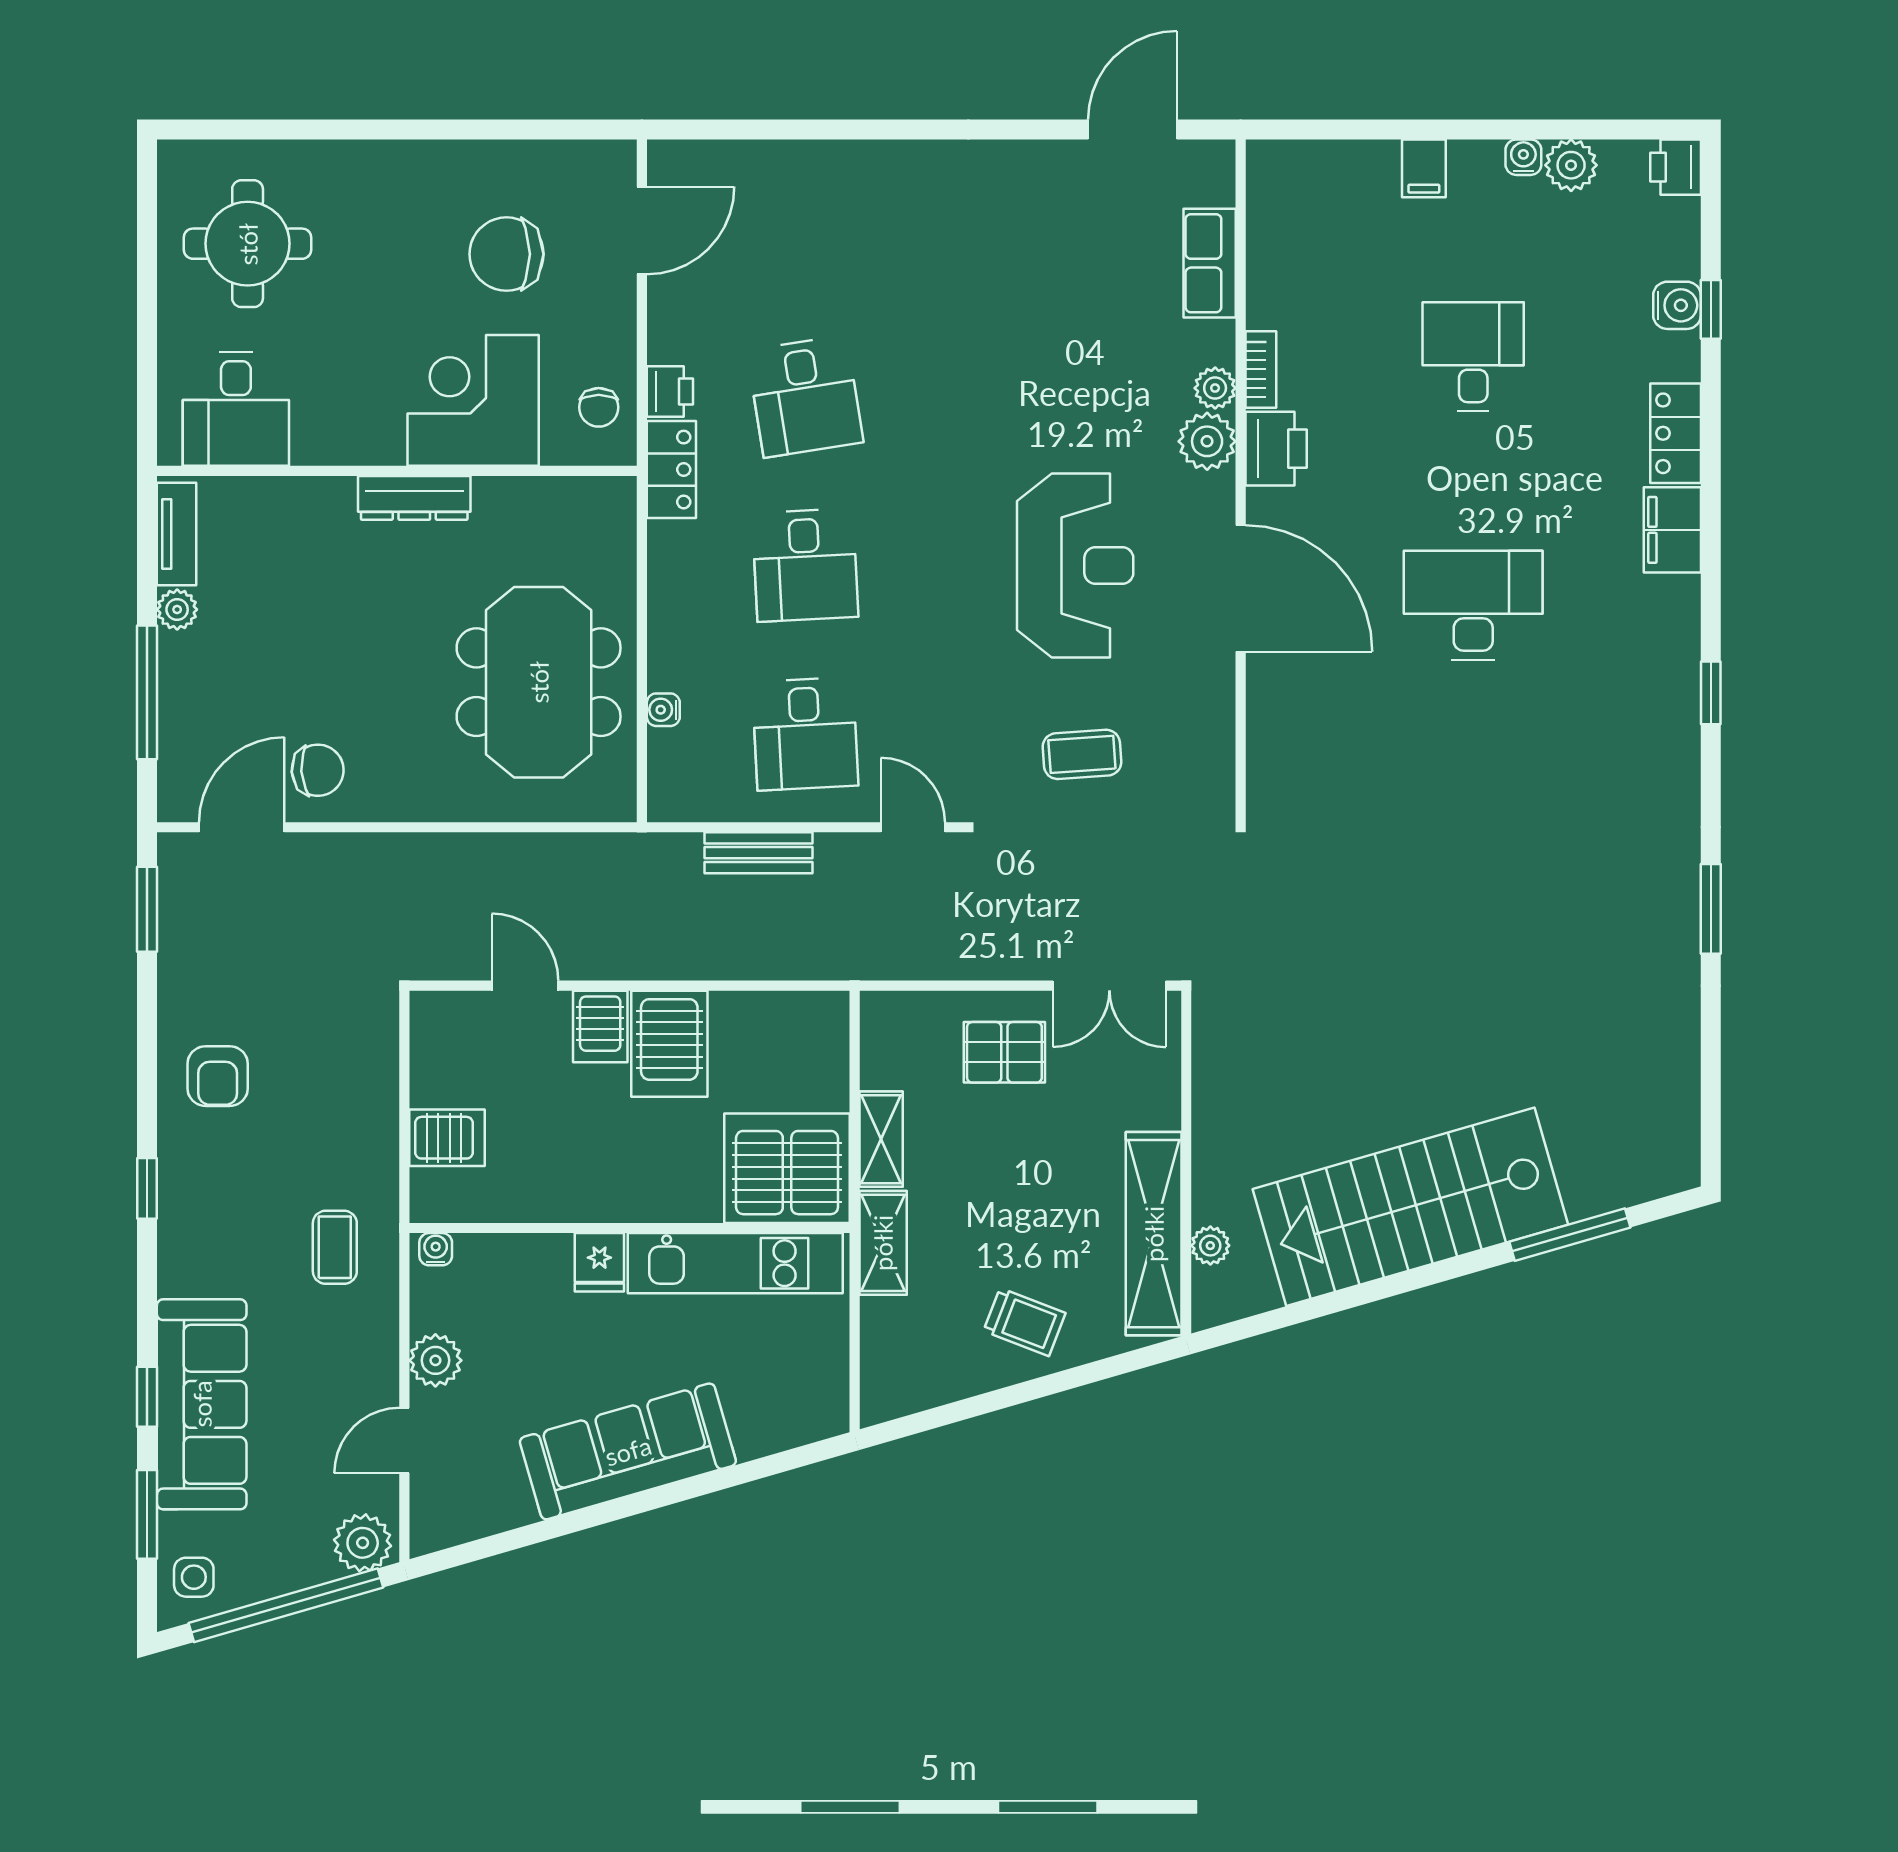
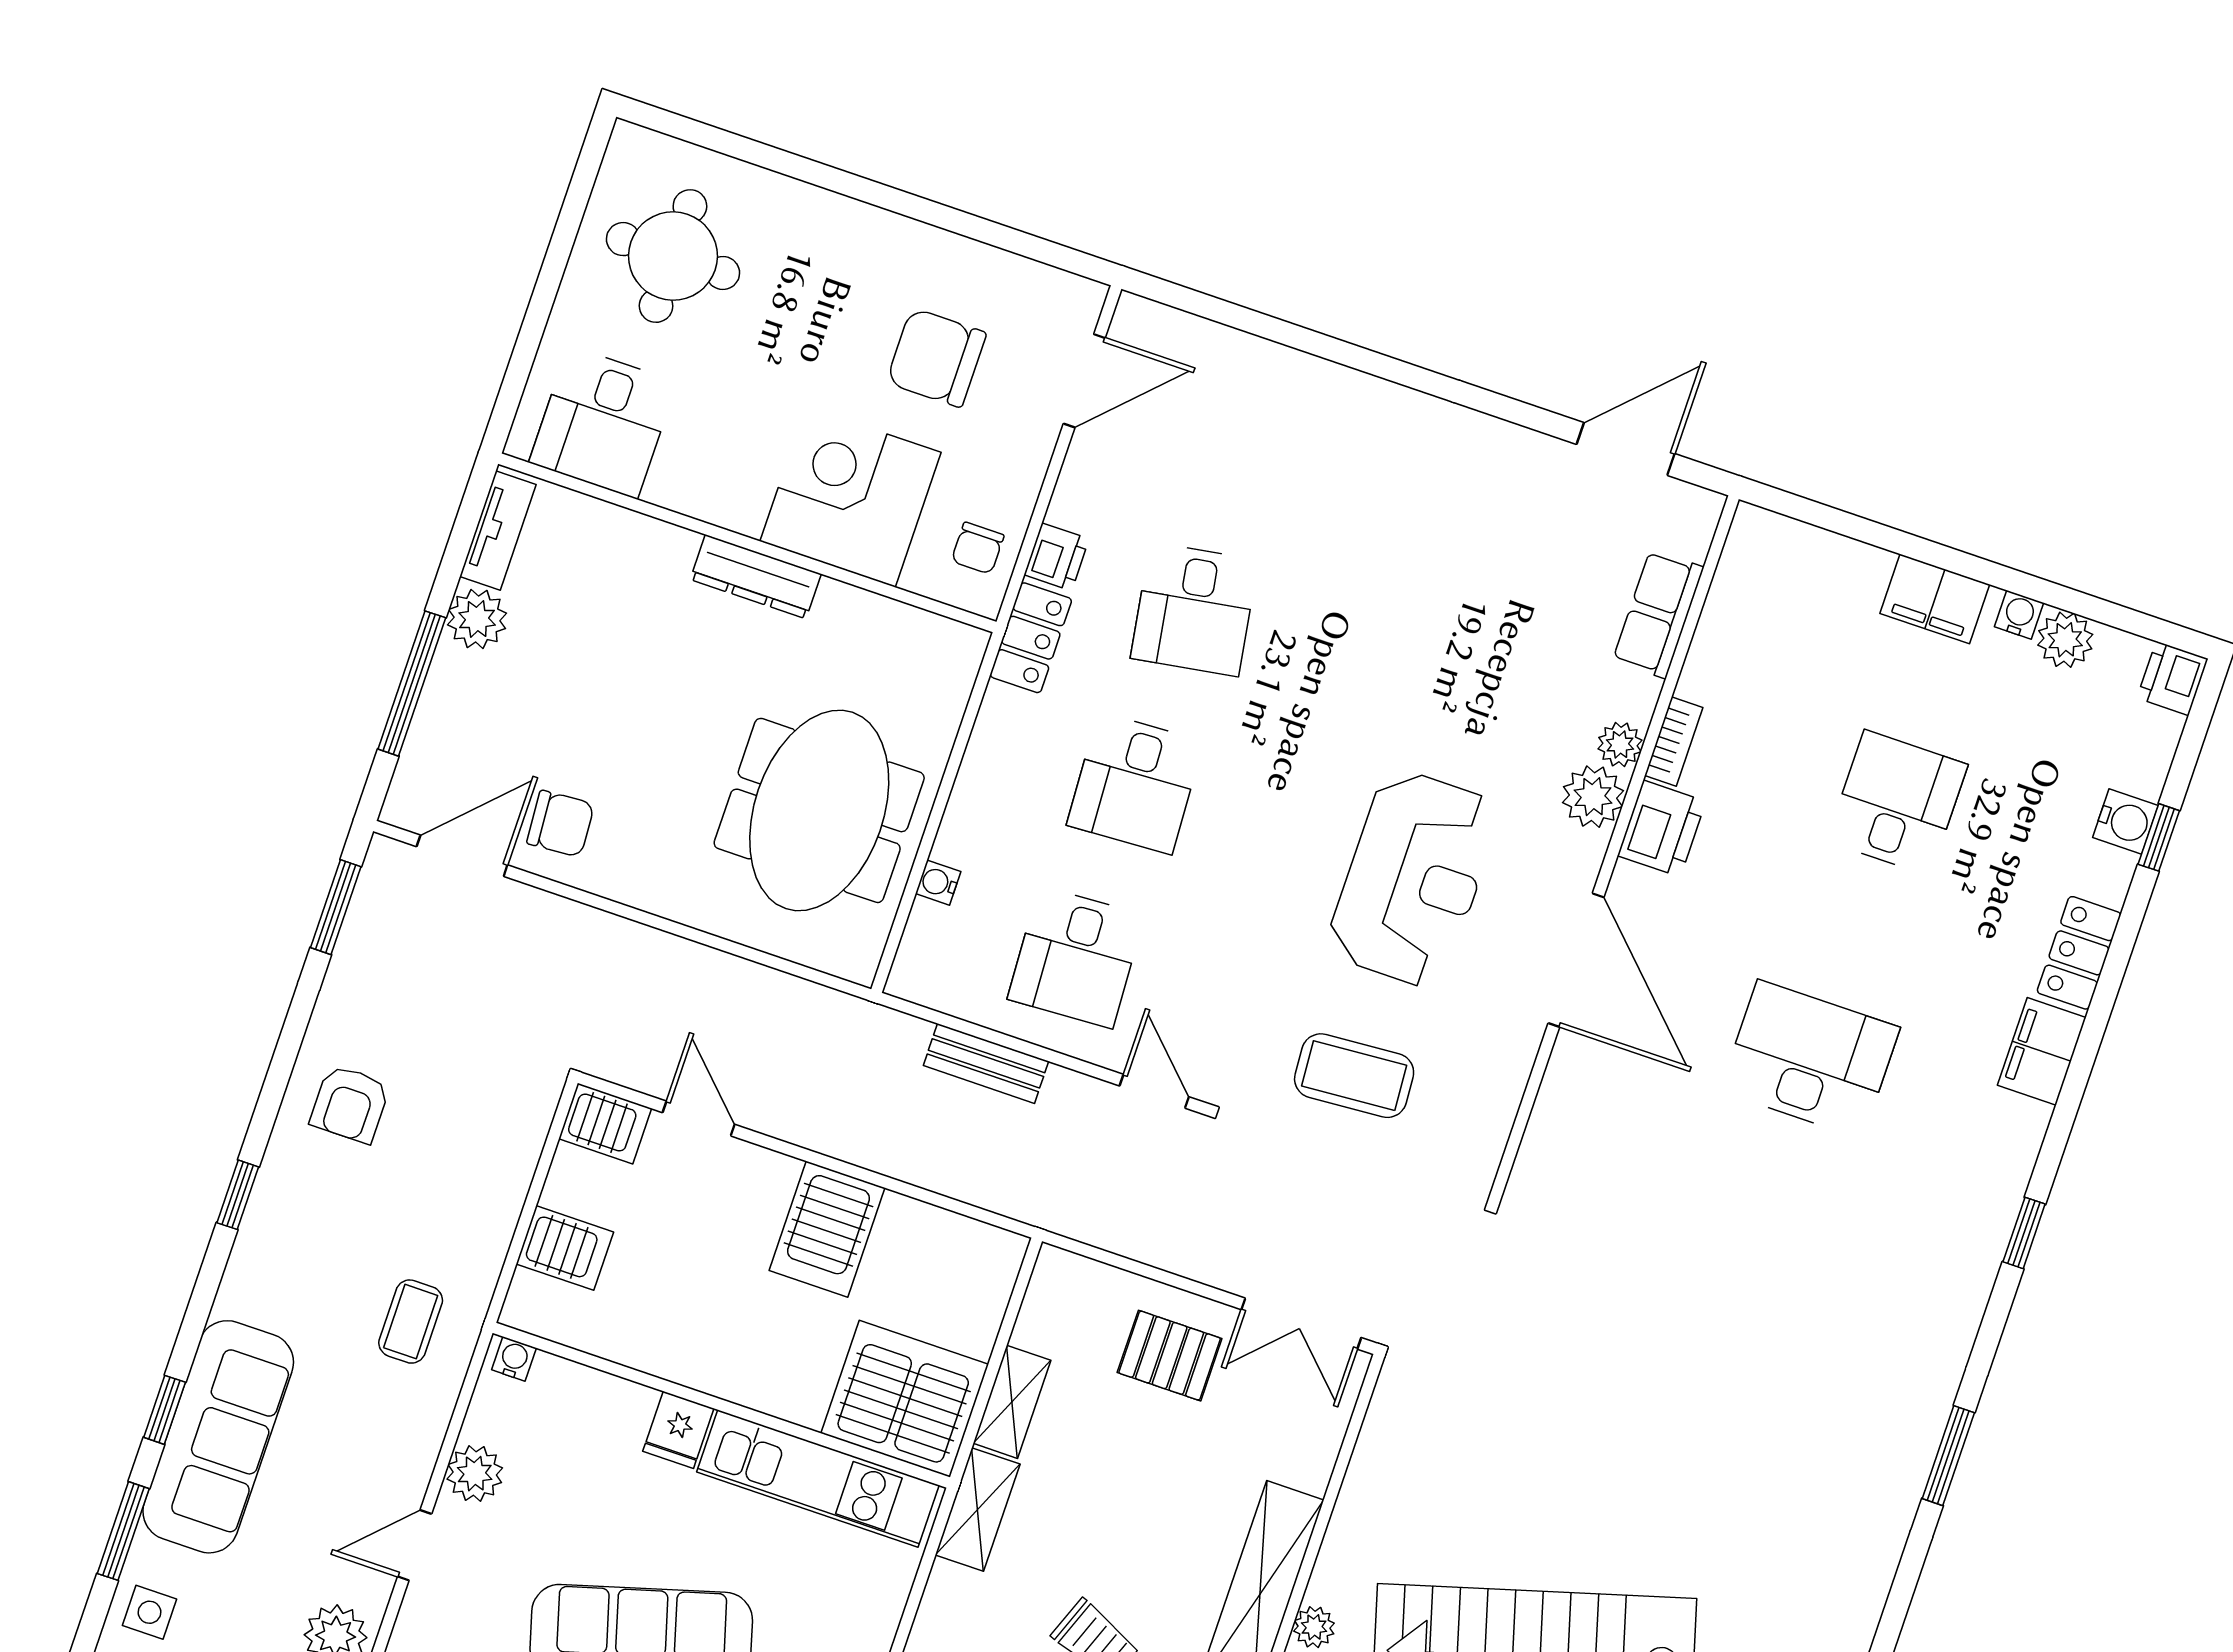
filing cabinet: (1424, 168) -> (1935, 599), width x2.00
plant: (177, 610) -> (477, 619), width x1.38, depth x1.38
coffee table: (1082, 754) -> (1354, 1076), width x1.36, depth x1.30
server rack: (600, 1026) -> (605, 1123), moved, turned -90

